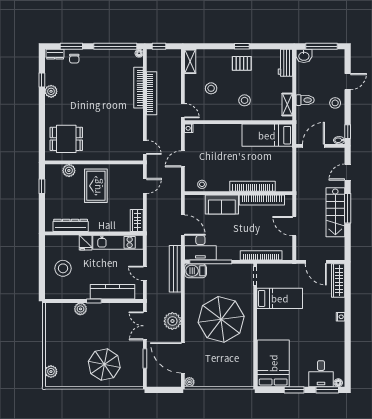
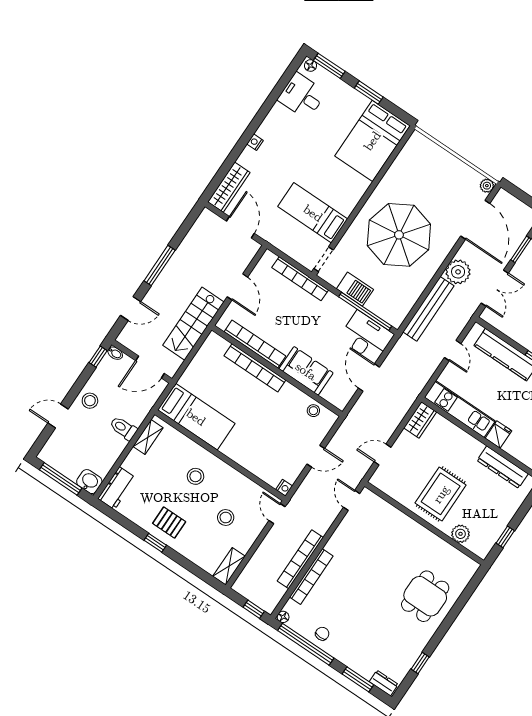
chair: (74, 59) -> (322, 634), moved
plant: (51, 91) -> (418, 642), removed
dining table: (66, 139) -> (425, 596), moved, turned 90
stairs: (335, 212) -> (193, 324), moved, turned 180
bench: (175, 269) -> (428, 309), moved
barbecue: (196, 271) -> (355, 289), moved
desk: (321, 374) -> (302, 96), moved, turned -90

